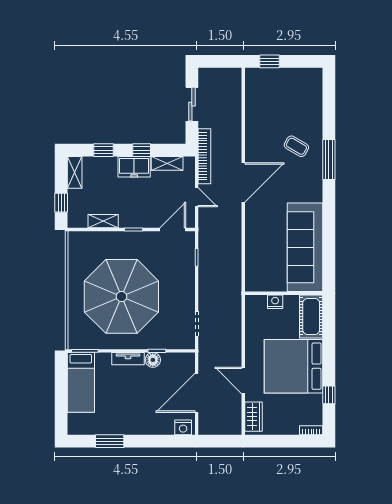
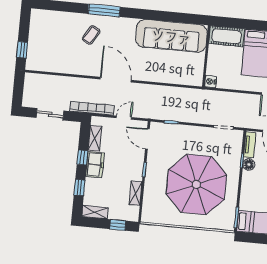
nightstand: (275, 302) -> (210, 82), moved
tv unit: (128, 359) -> (250, 145), moved

